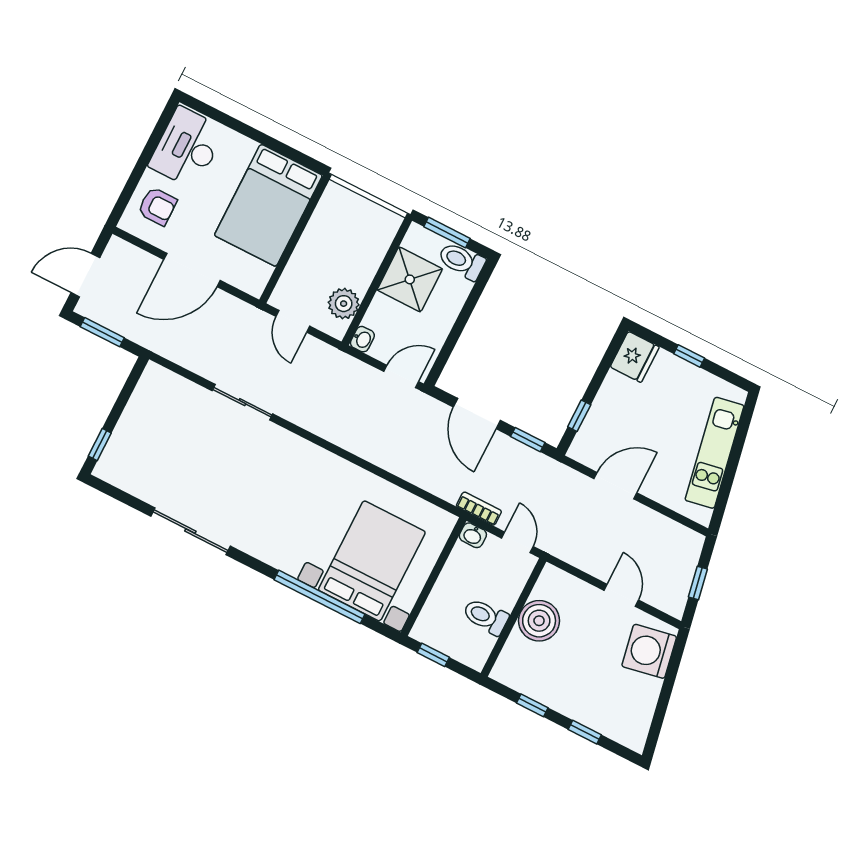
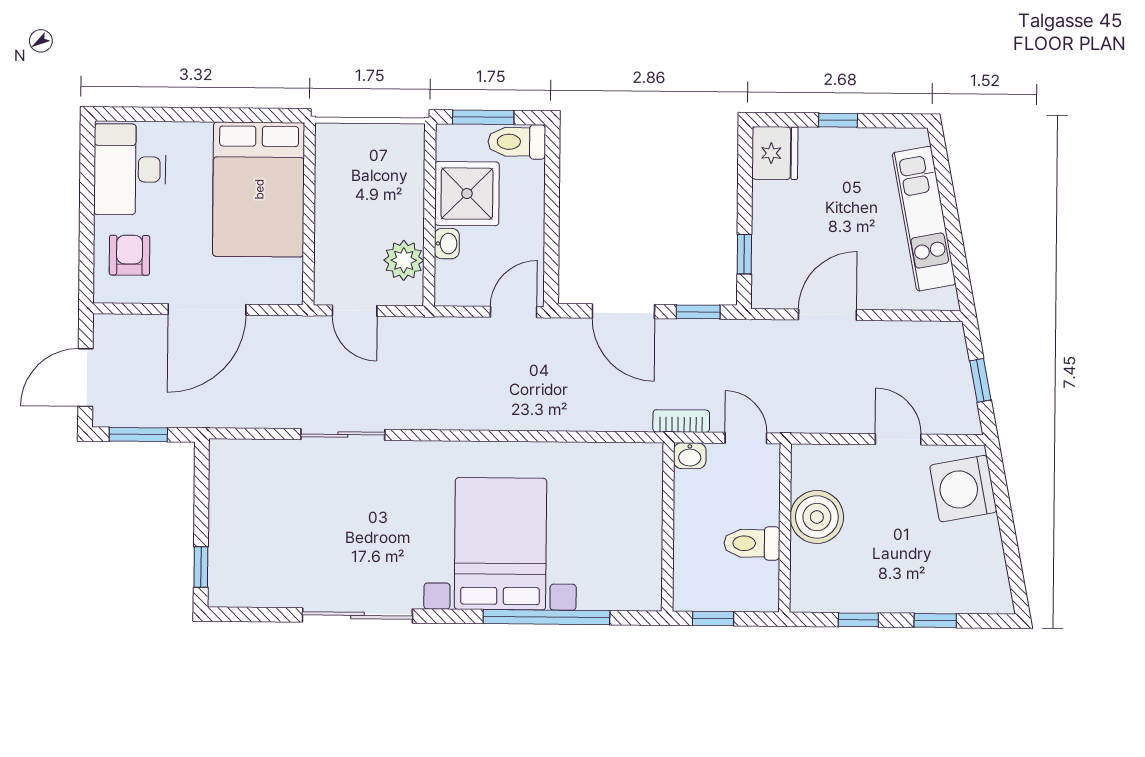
armchair: (157, 206) -> (129, 255), turned -90
washbasin: (362, 339) -> (447, 244), moved
bed with nightstands: (372, 561) -> (500, 544), moved

